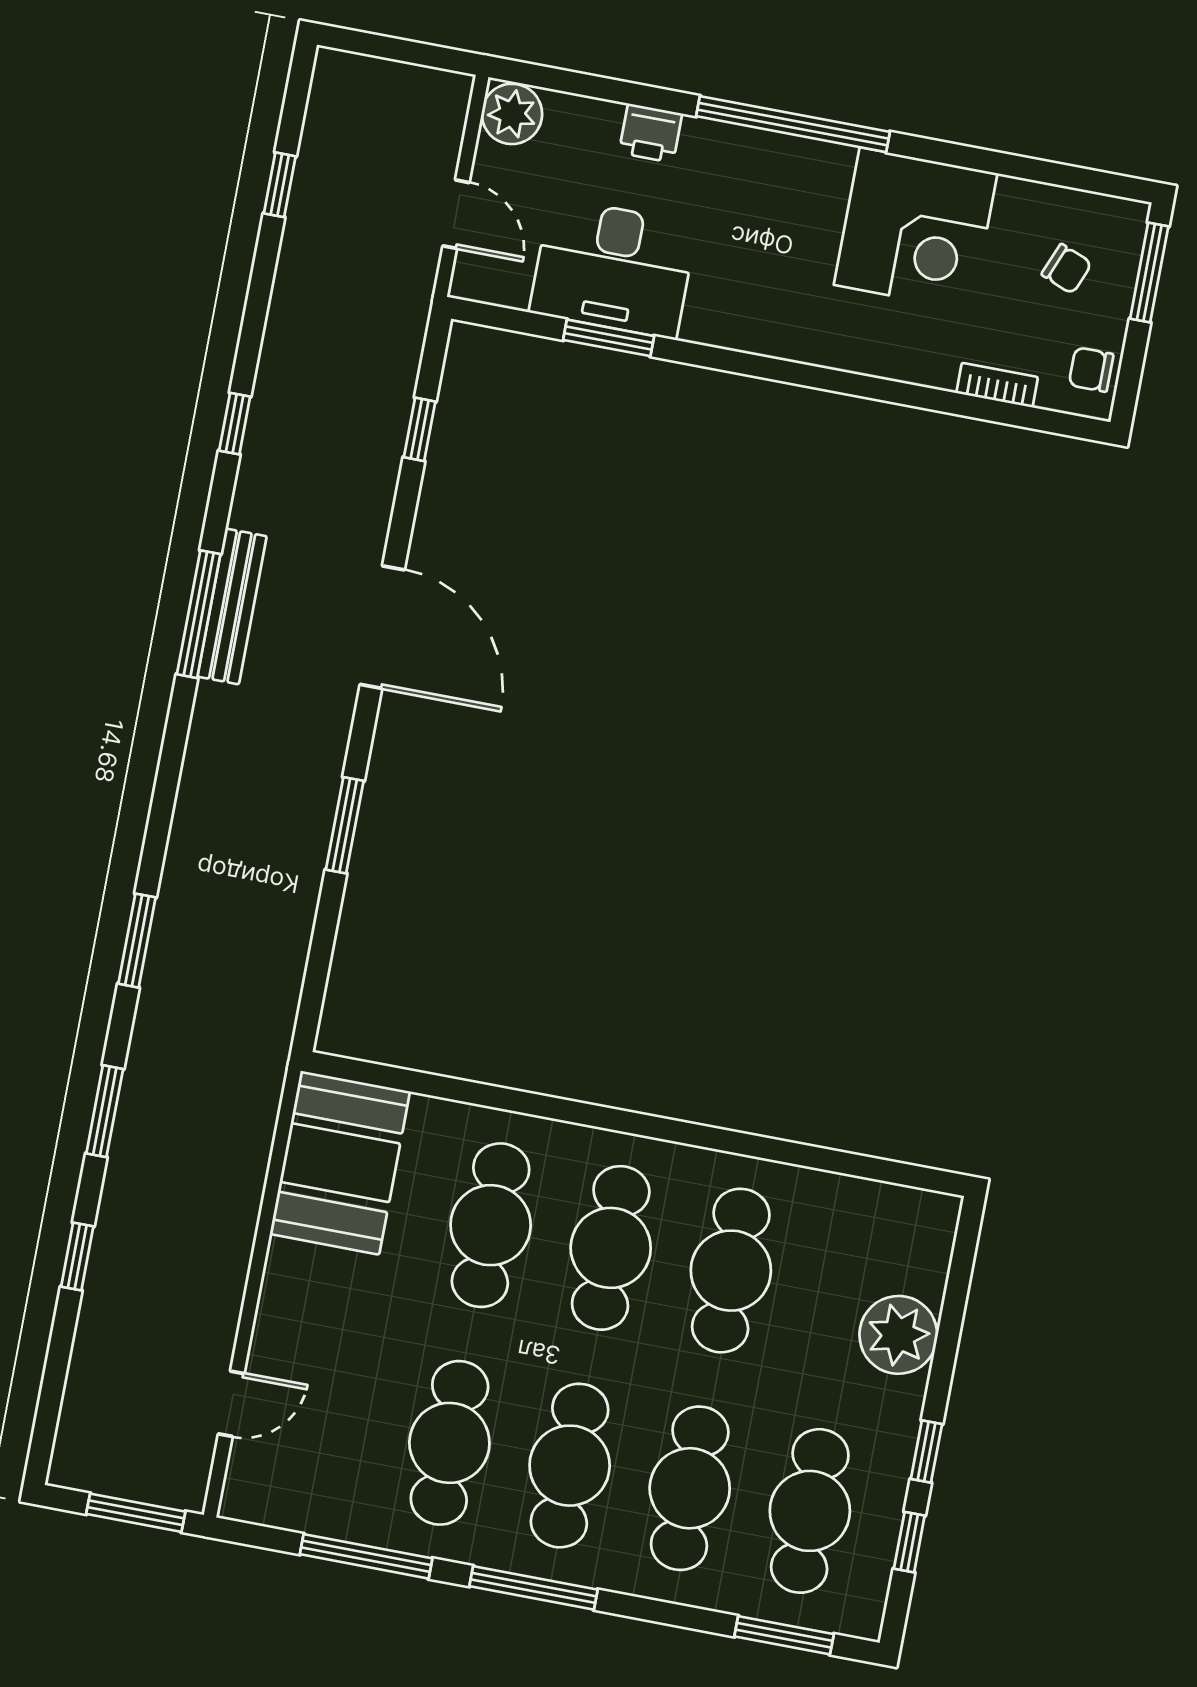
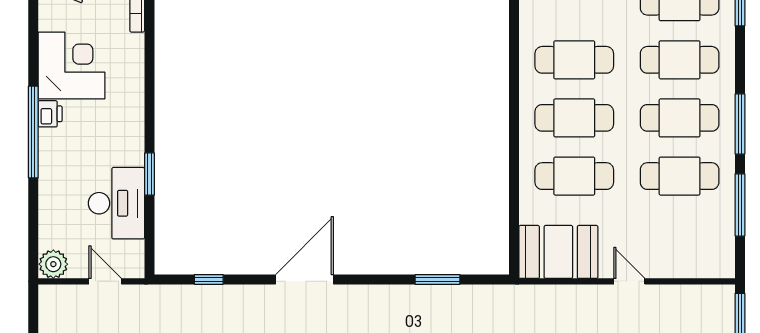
printer: (651, 133) -> (50, 114), moved
door: (456, 214) -> (105, 281), hinge flipped
window: (609, 338) -> (149, 174), moved
window: (345, 825) -> (438, 279), moved
door: (231, 1404) -> (629, 281), moved

